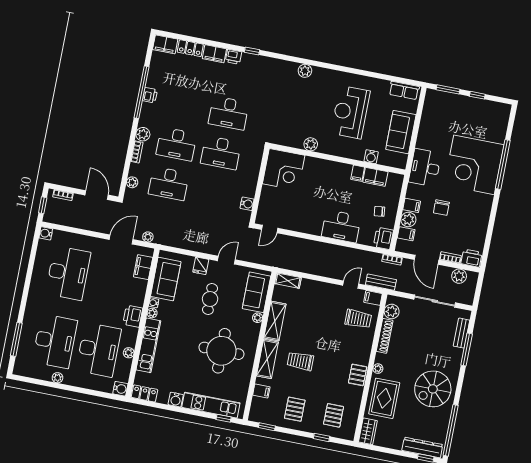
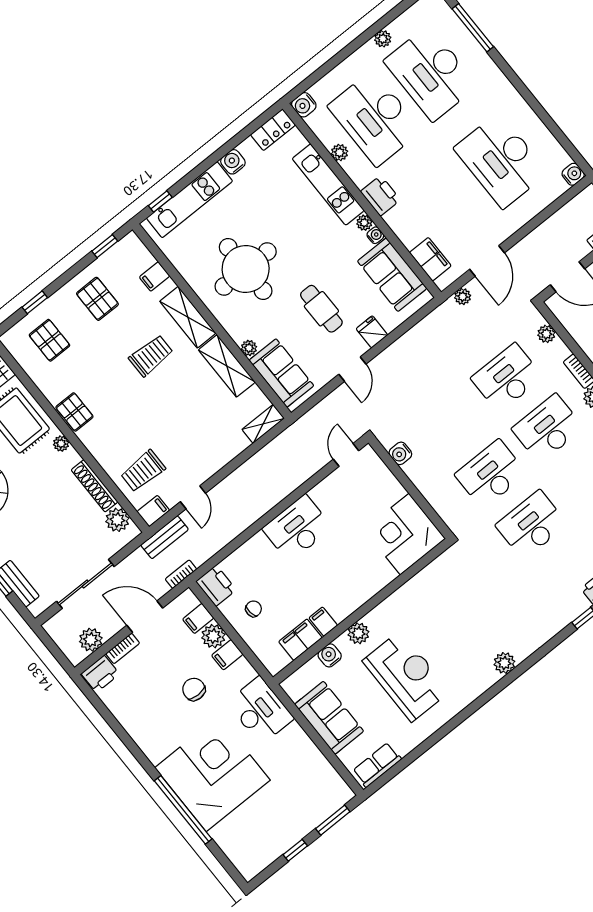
plant: (311, 144) -> (358, 633), moved
desk: (341, 226) -> (297, 528), moved

